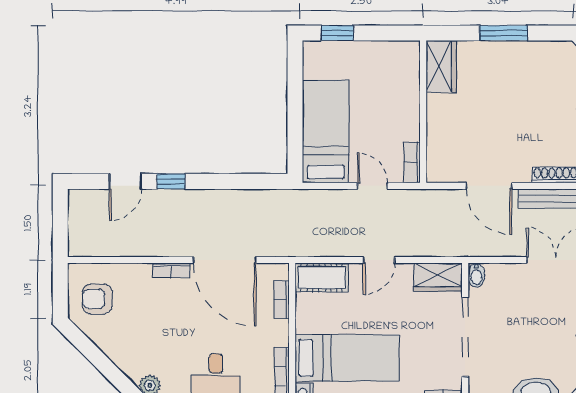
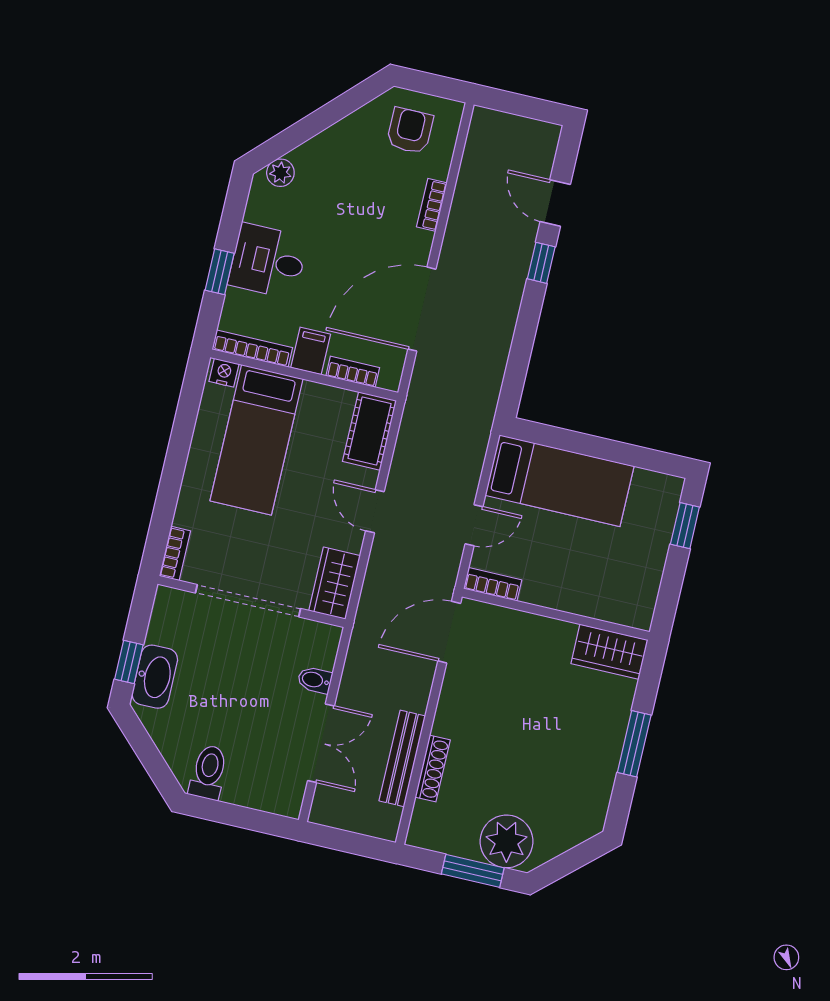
door: (489, 186) -> (449, 632), moved
bookcase: (171, 270) -> (432, 205), moved
bidet: (476, 275) -> (315, 680), moved
filing cabinet: (274, 334) -> (311, 351), added

